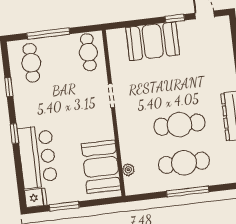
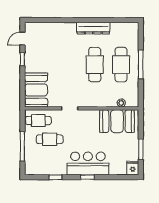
booth: (153, 41) -> (36, 90), moved
cafe table: (31, 63) -> (50, 139), moved
bar counter: (37, 157) -> (88, 164), moved

